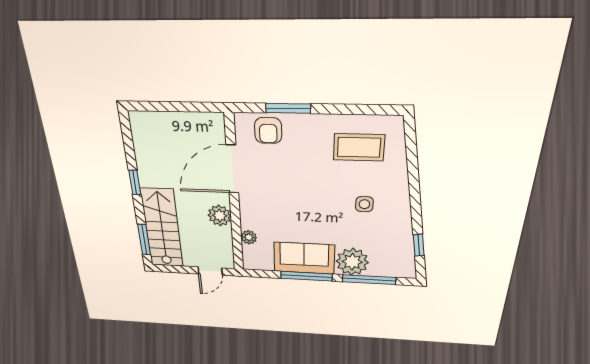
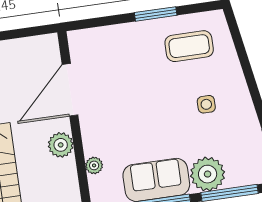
window: (288, 108) -> (156, 14), moved
armchair: (268, 131) -> (101, 44), removed

